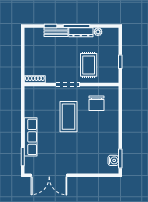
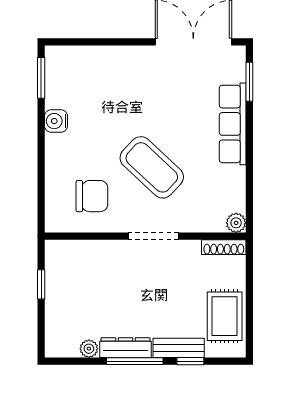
rug: (89, 65) -> (225, 316), moved
plant: (29, 91) -> (236, 223), added
chair: (97, 103) -> (92, 196), turned 90
coffee table: (69, 117) -> (152, 167), turned -47
water cooler: (113, 160) -> (56, 121), moved

